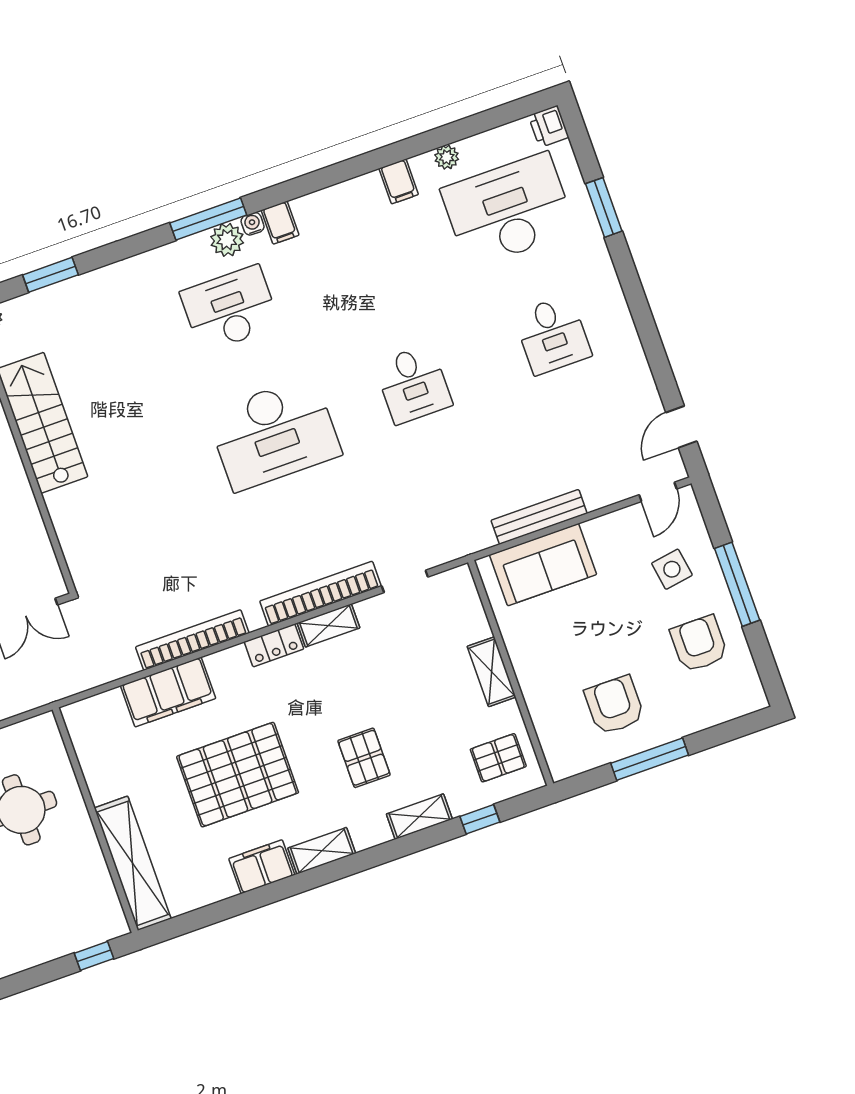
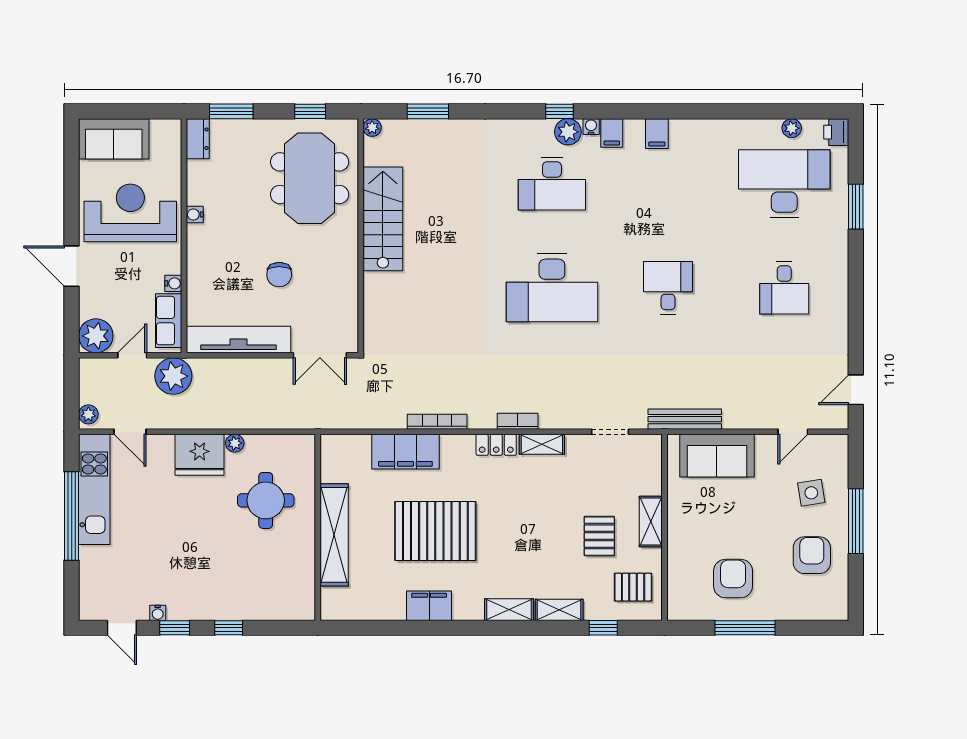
plant: (447, 157) -> (792, 128), moved
filing cabinet: (399, 181) -> (657, 134), moved
window: (208, 219) -> (559, 111), width x0.46
desk: (230, 309) -> (552, 184), turned 180
desk: (413, 384) -> (668, 288), turned 180
door: (658, 492) -> (793, 432), moved
bench: (539, 517) -> (685, 419), moved
bookcase: (320, 594) -> (518, 421), width x0.43, depth x0.76
bookcase: (192, 640) -> (437, 422), width x0.68, depth x0.76
pallet: (364, 758) -> (599, 536), moved
shelving: (322, 851) -> (509, 610), moved
shelving: (133, 863) -> (334, 535), moved
window: (94, 956) -> (229, 628), moved

